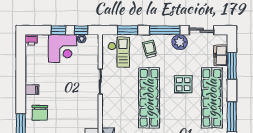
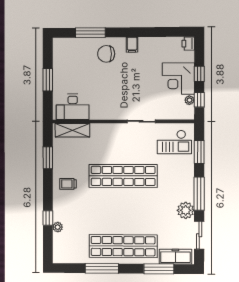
trolley: (150, 49) -> (178, 177), removed
freezer: (221, 55) -> (175, 257), width x1.40
display table: (183, 84) -> (138, 214), removed

